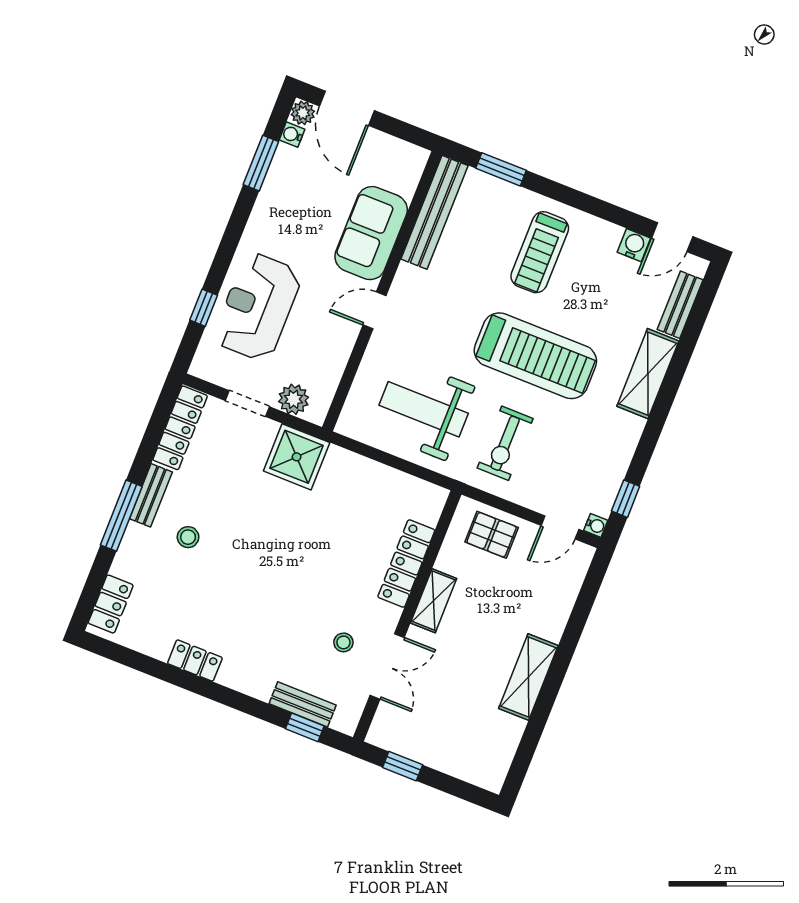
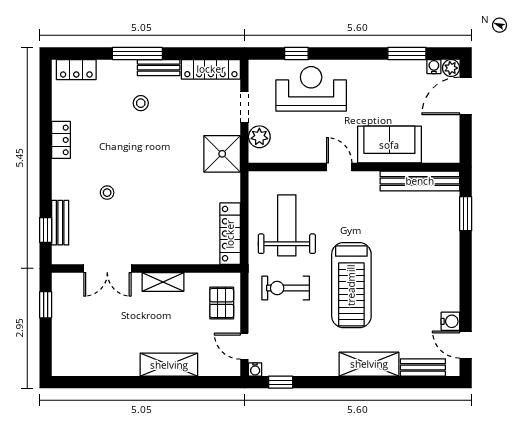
treadmill: (540, 252) -> (421, 261), removed
locker: (406, 564) -> (230, 234), moved, turned -90
stool: (343, 642) -> (107, 193), moved
shelving: (528, 677) -> (169, 365), moved

